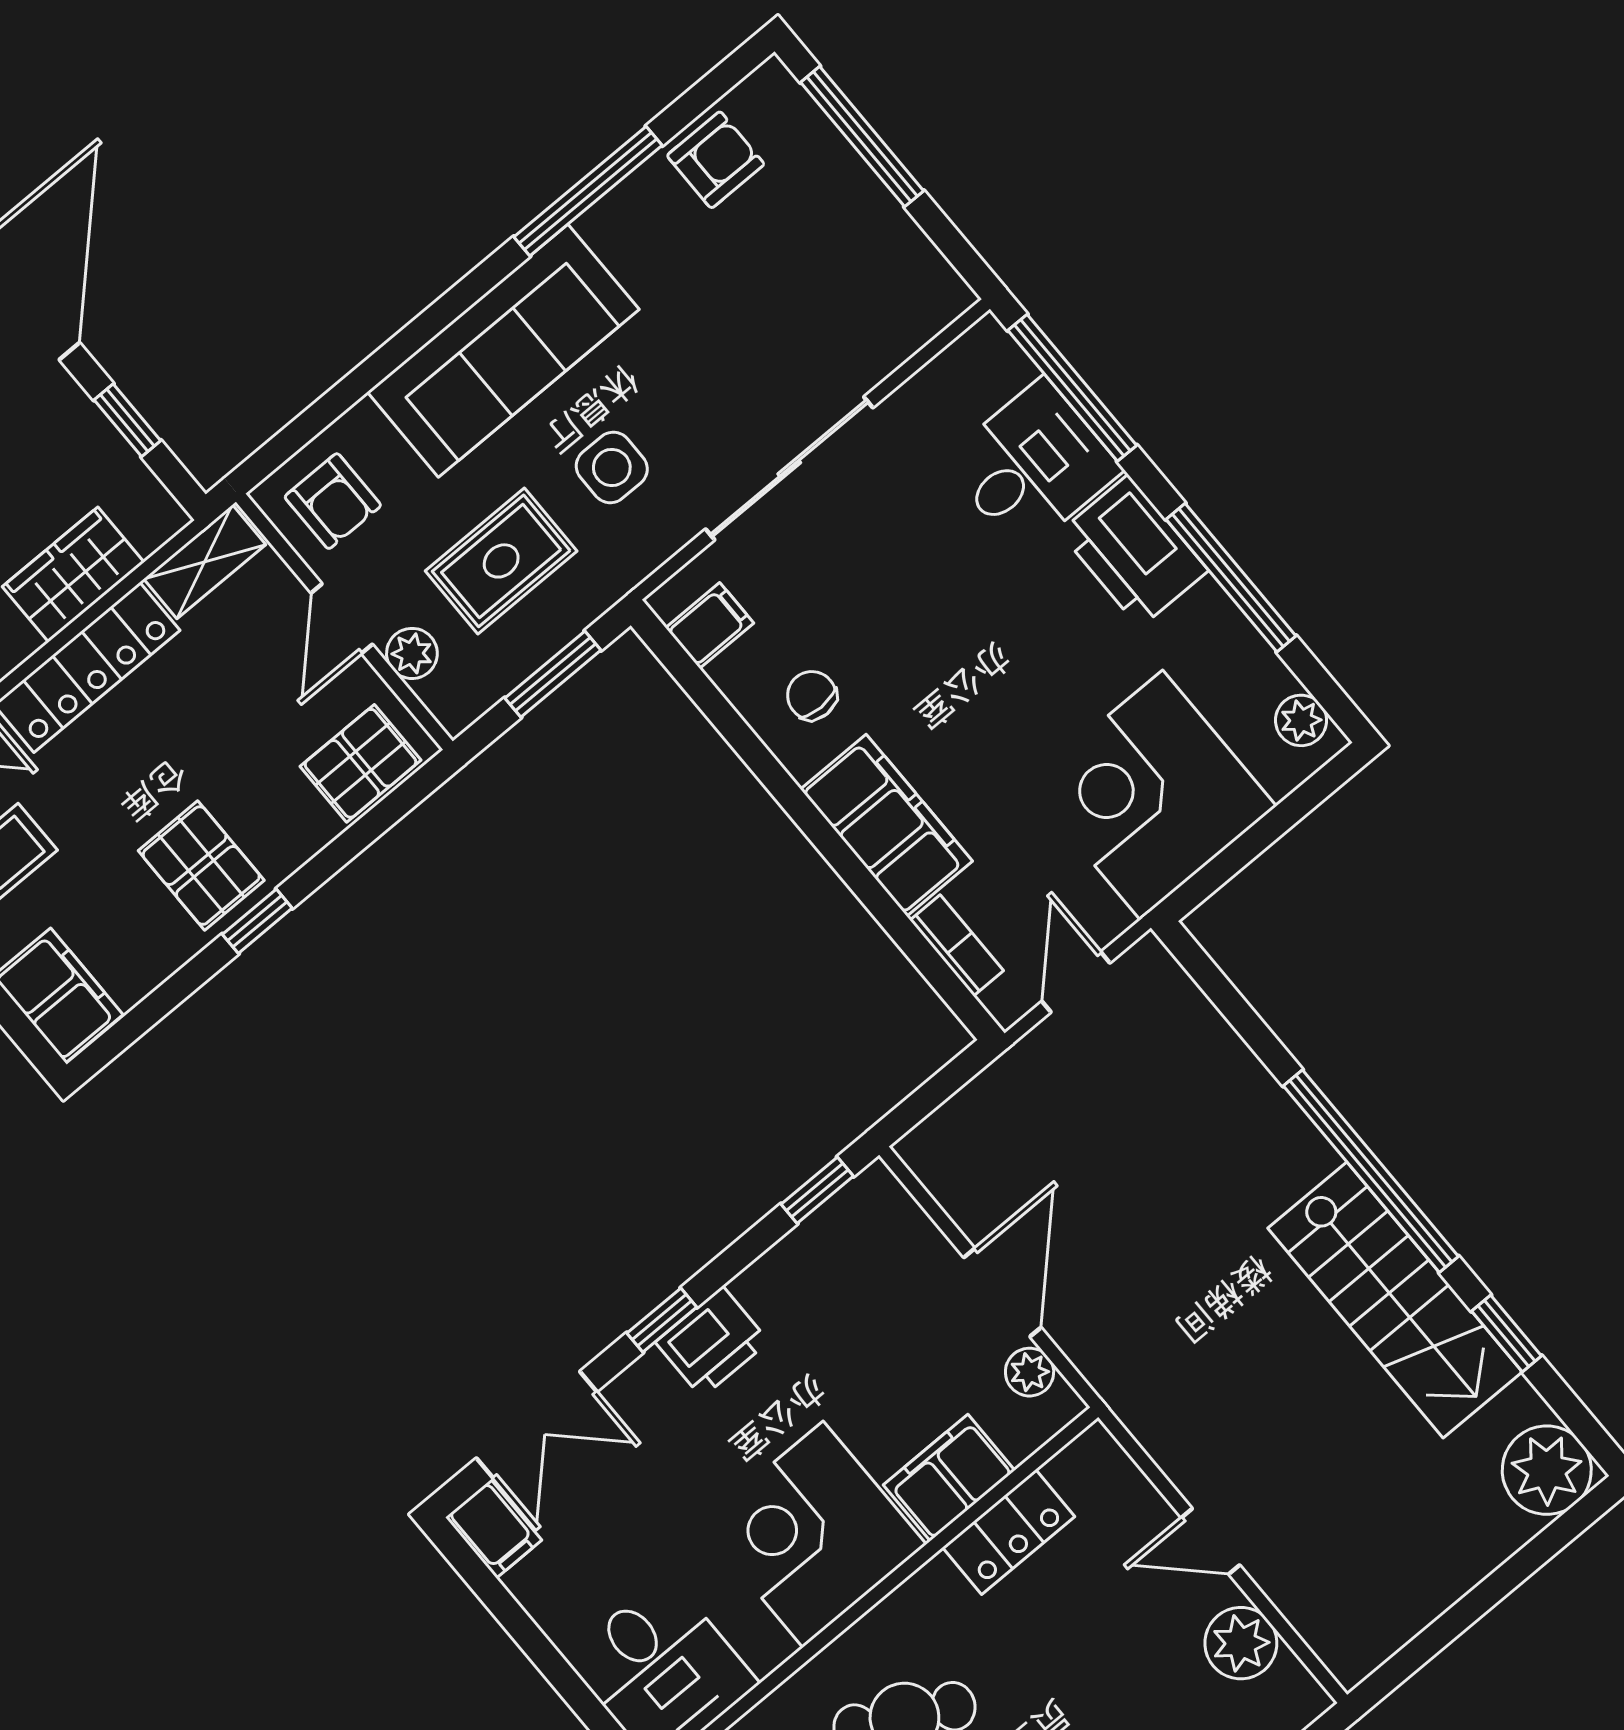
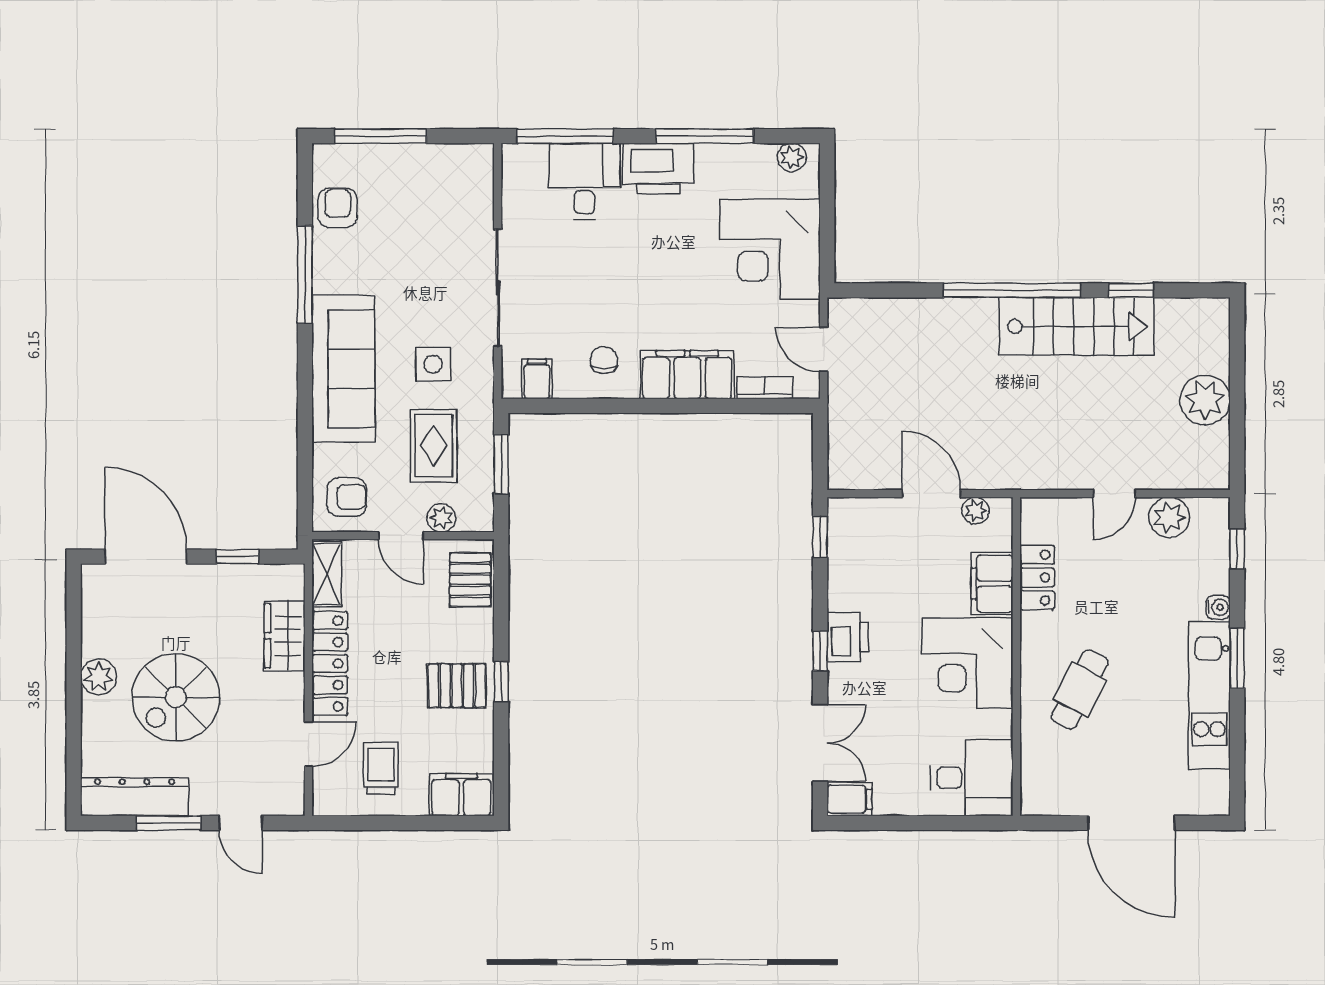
chair: (812, 695) -> (604, 360), turned 90
plant: (1547, 1470) -> (1205, 400), moved

